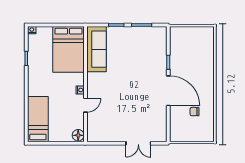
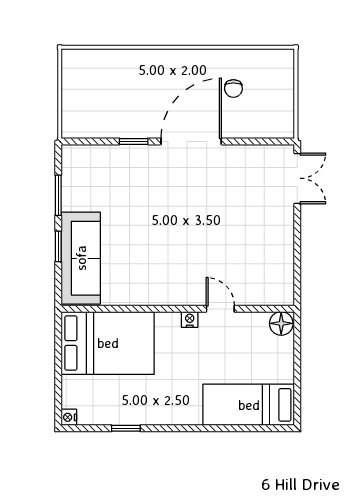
sofa: (97, 49) -> (81, 258), moved, turned 90
double door: (138, 143) -> (297, 178), moved

